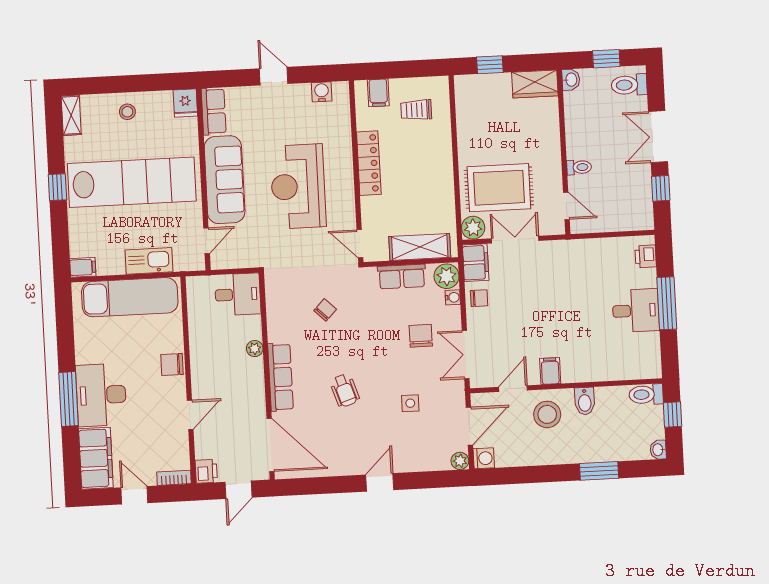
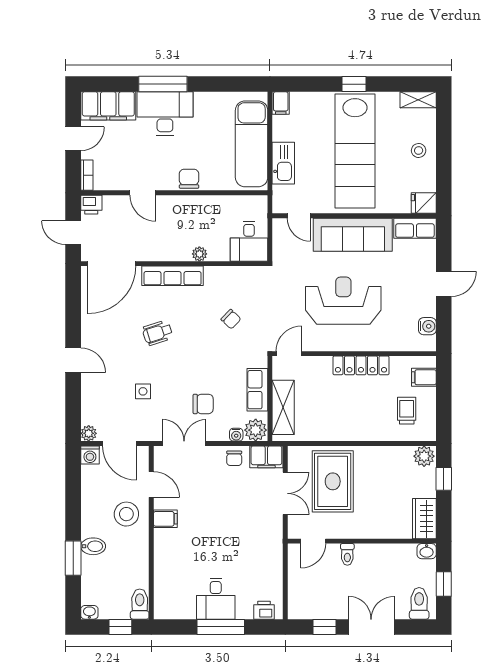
plant: (473, 228) -> (424, 456), moved
bidet: (585, 401) -> (93, 546), moved, turned 180

